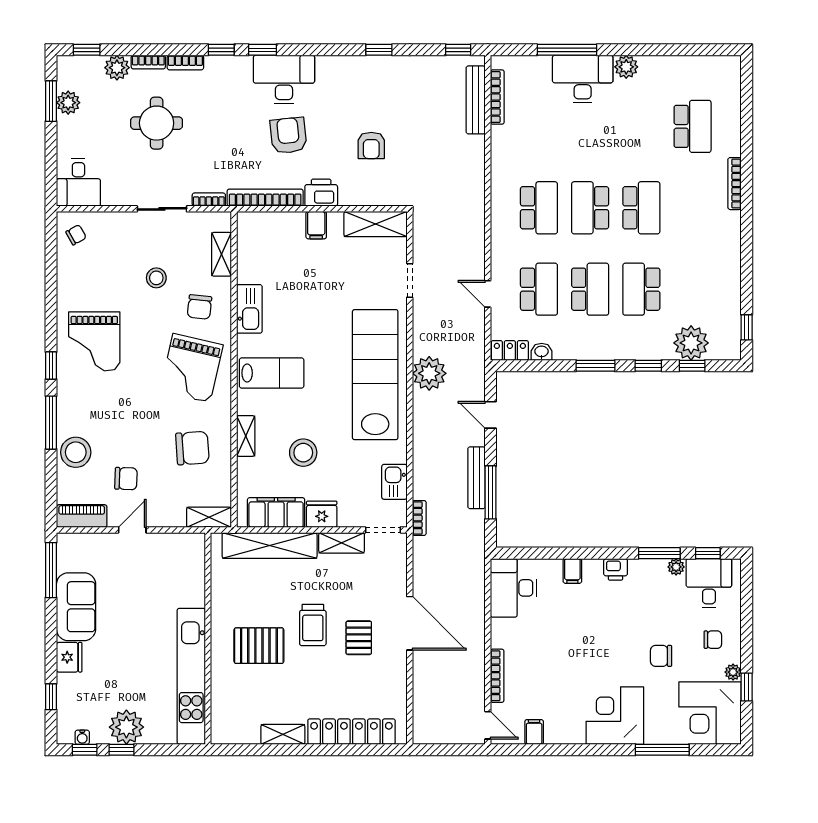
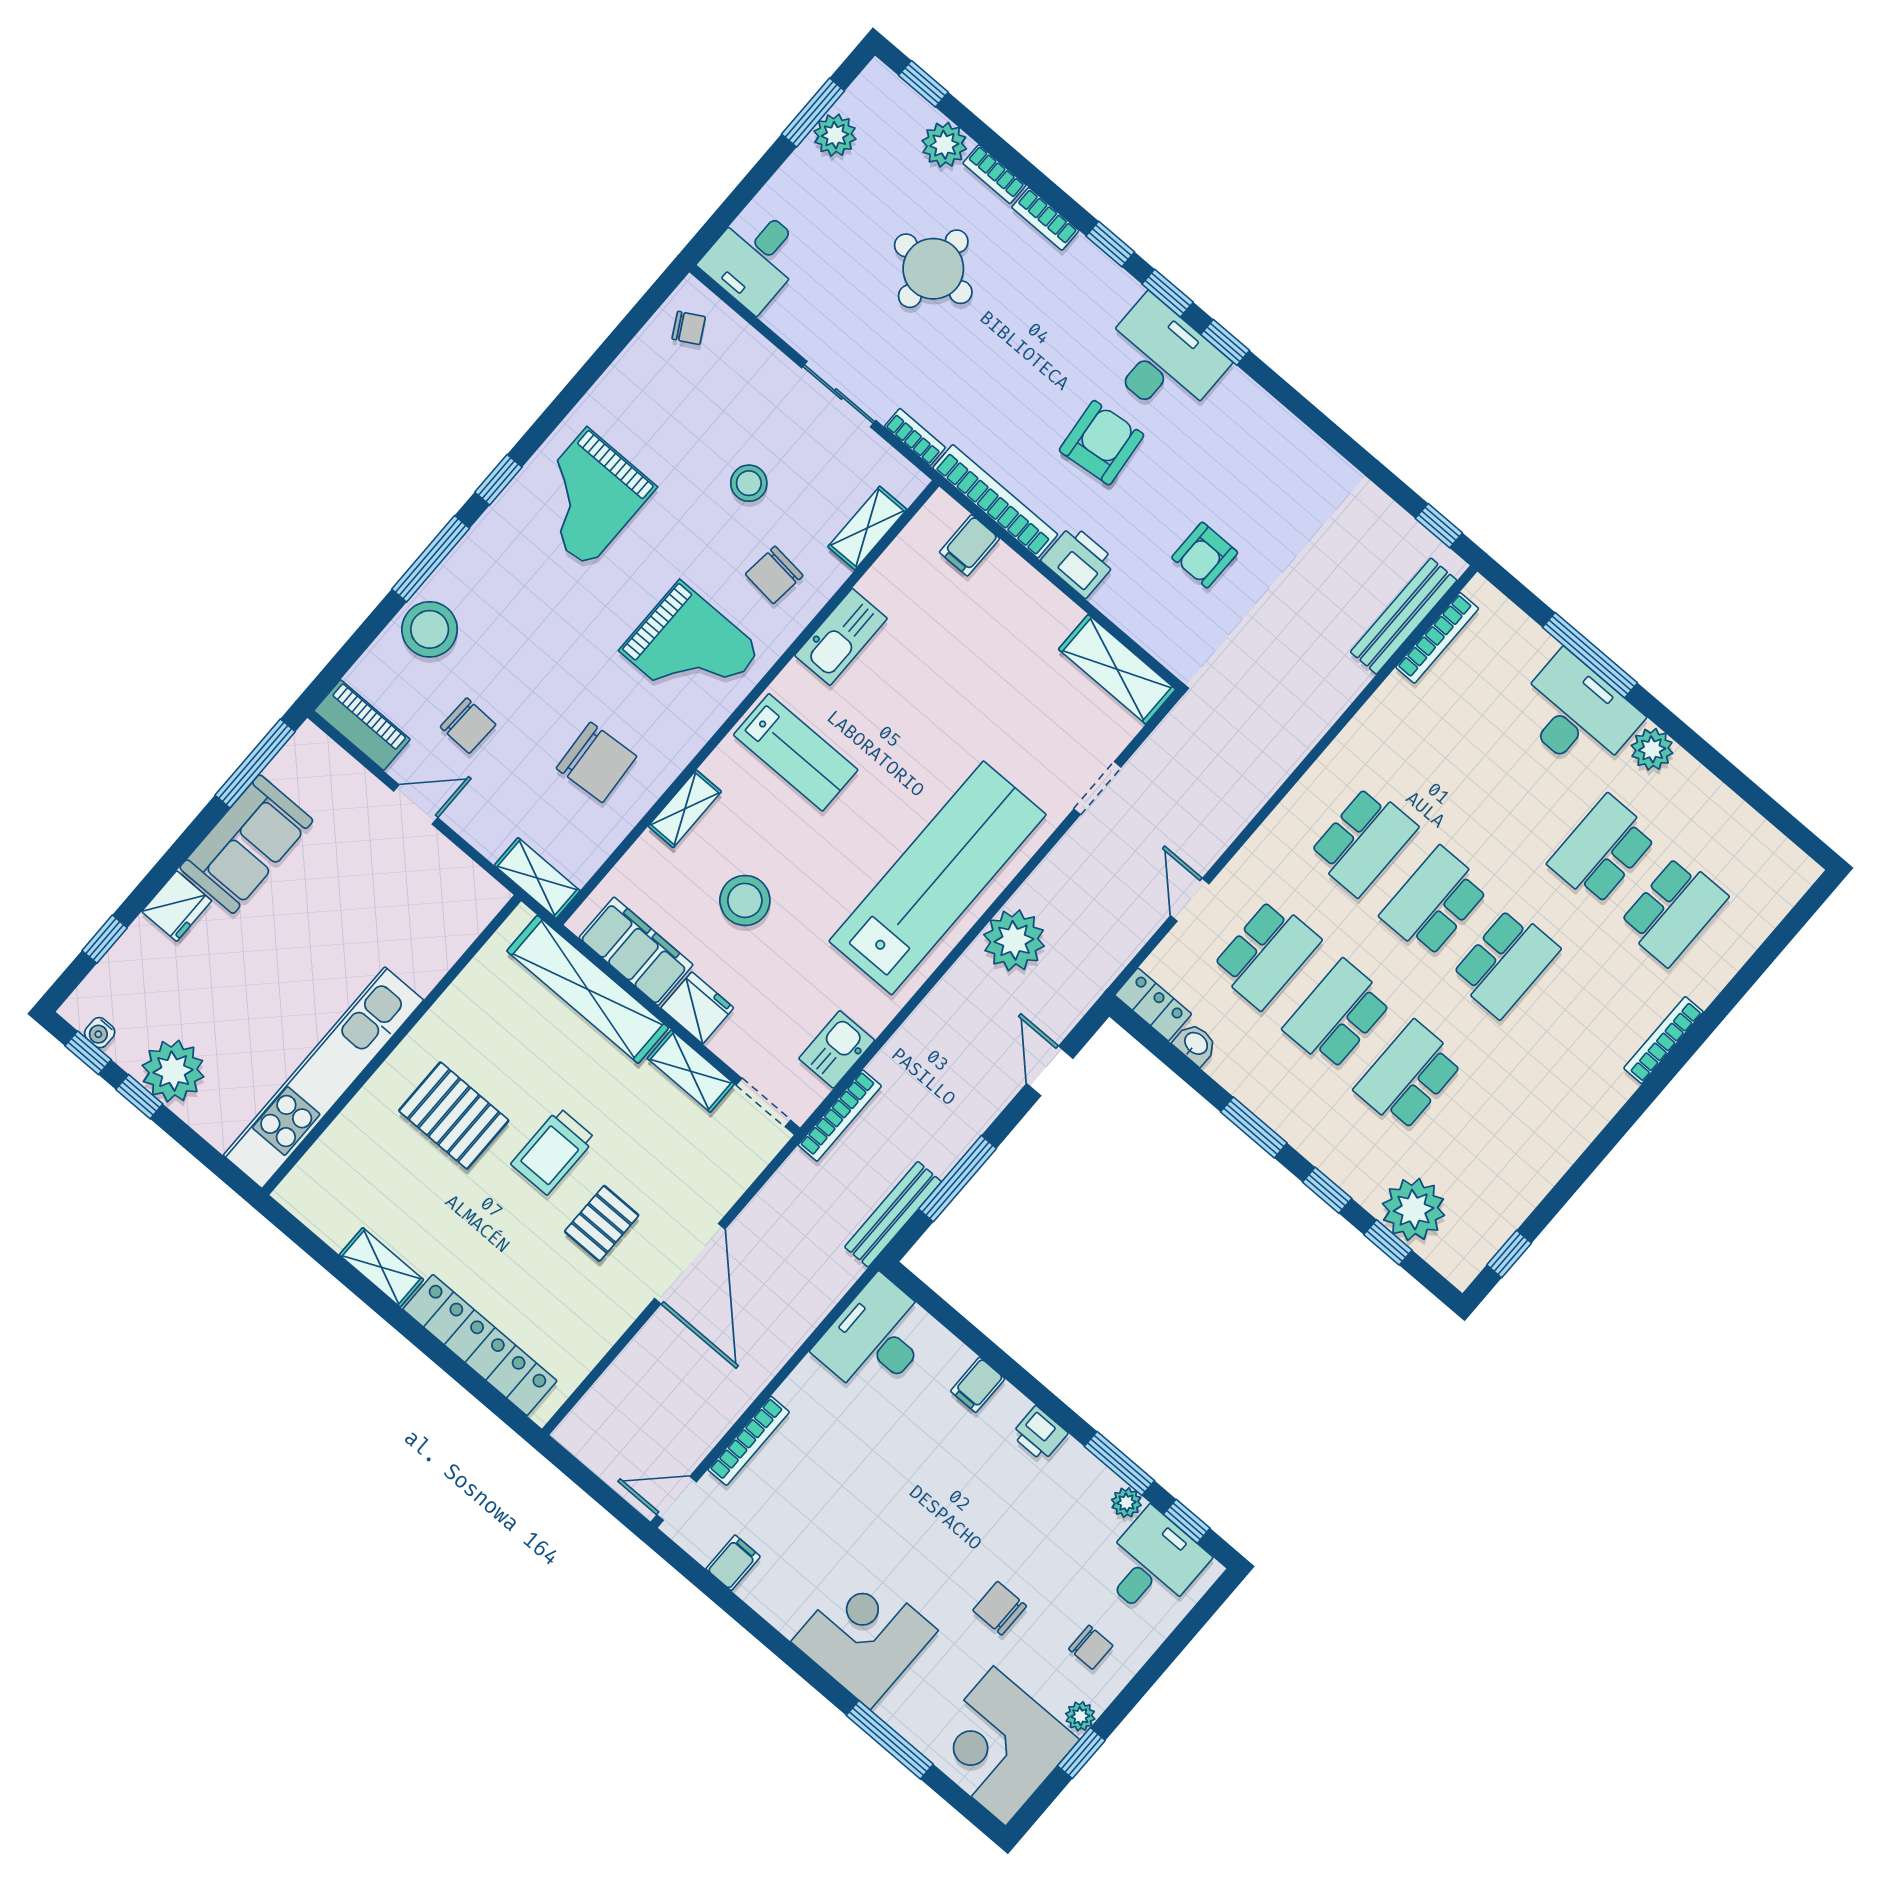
window: (379, 50) -> (1225, 342), moved
school desk: (641, 126) -> (1602, 850), added
filing cabinet: (316, 225) -> (969, 545), moved
school desk: (590, 289) -> (1337, 1015), turned 180
grand piano: (191, 368) -> (690, 650), turned -103
bench: (476, 478) -> (893, 1214), moved
bookcase: (419, 518) -> (840, 1116), width x1.56
door: (488, 725) -> (677, 1498), swing flipped

